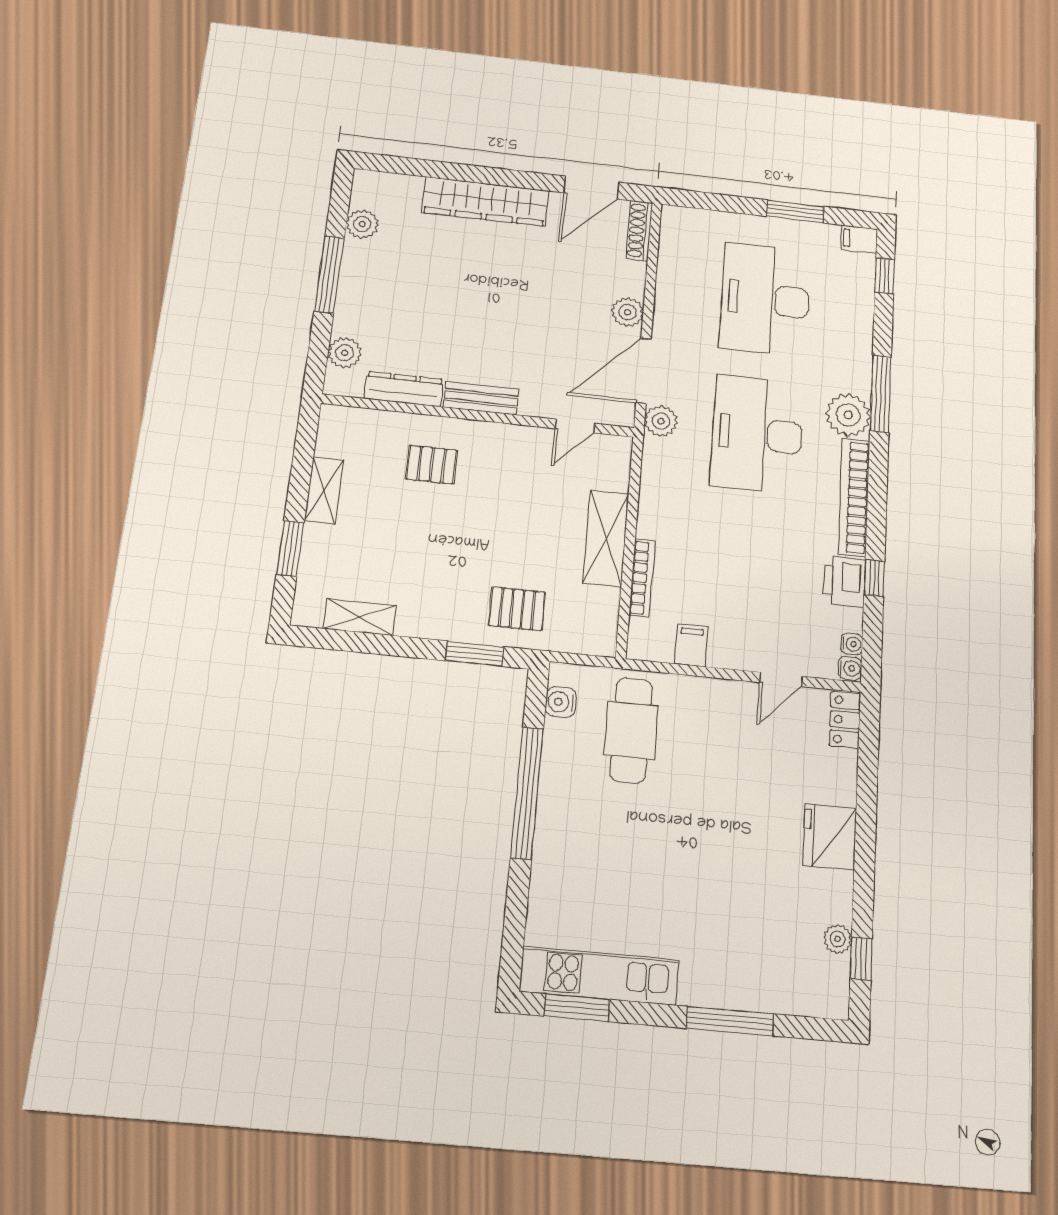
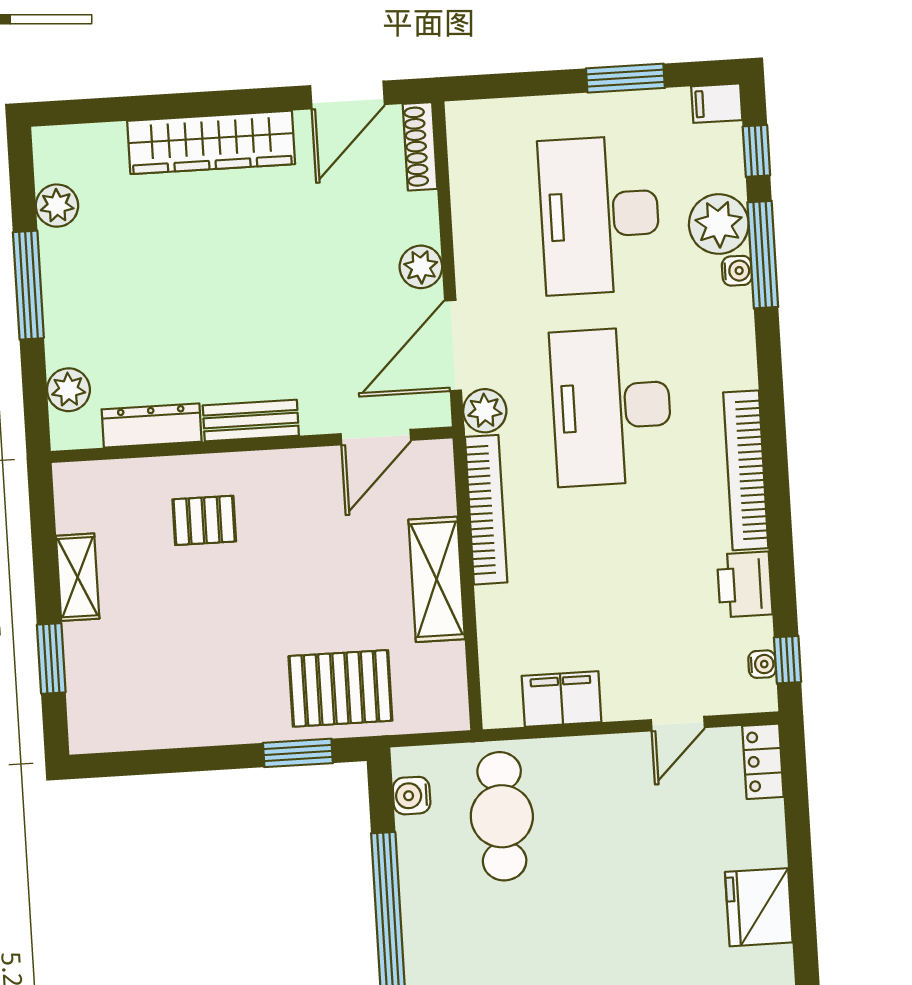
window: (881, 394) -> (763, 255), moved
plant: (848, 415) -> (719, 224), moved
door: (575, 426) -> (376, 437), width x1.38
bookcase: (642, 578) -> (486, 510), moved, width x1.48, depth x1.31
window: (874, 578) -> (788, 660), moved
pallet: (517, 609) -> (340, 688), width x1.50, depth x1.42
shelving: (360, 617) -> (152, 730), removed
filing cabinet: (691, 645) -> (562, 699), width x2.00
water cooler: (850, 668) -> (737, 271), moved

